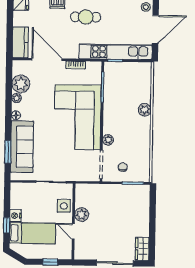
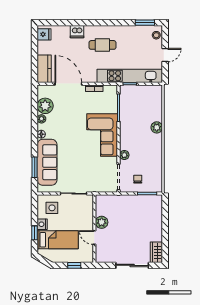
door: (155, 29) -> (165, 55), width x0.53
corner sofa: (78, 117) -> (102, 135), width x0.73, depth x0.74
side table: (64, 206) -> (52, 208), moved

